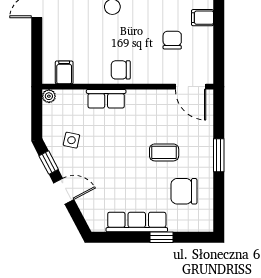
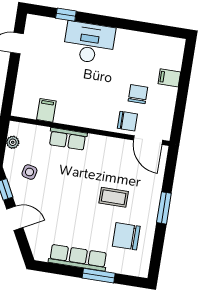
chair: (121, 70) -> (127, 121), moved, turned 180
filing cabinet: (64, 72) -> (46, 110), moved
plant: (49, 96) -> (13, 142), moved
window: (162, 237) -> (99, 276), width x1.50

